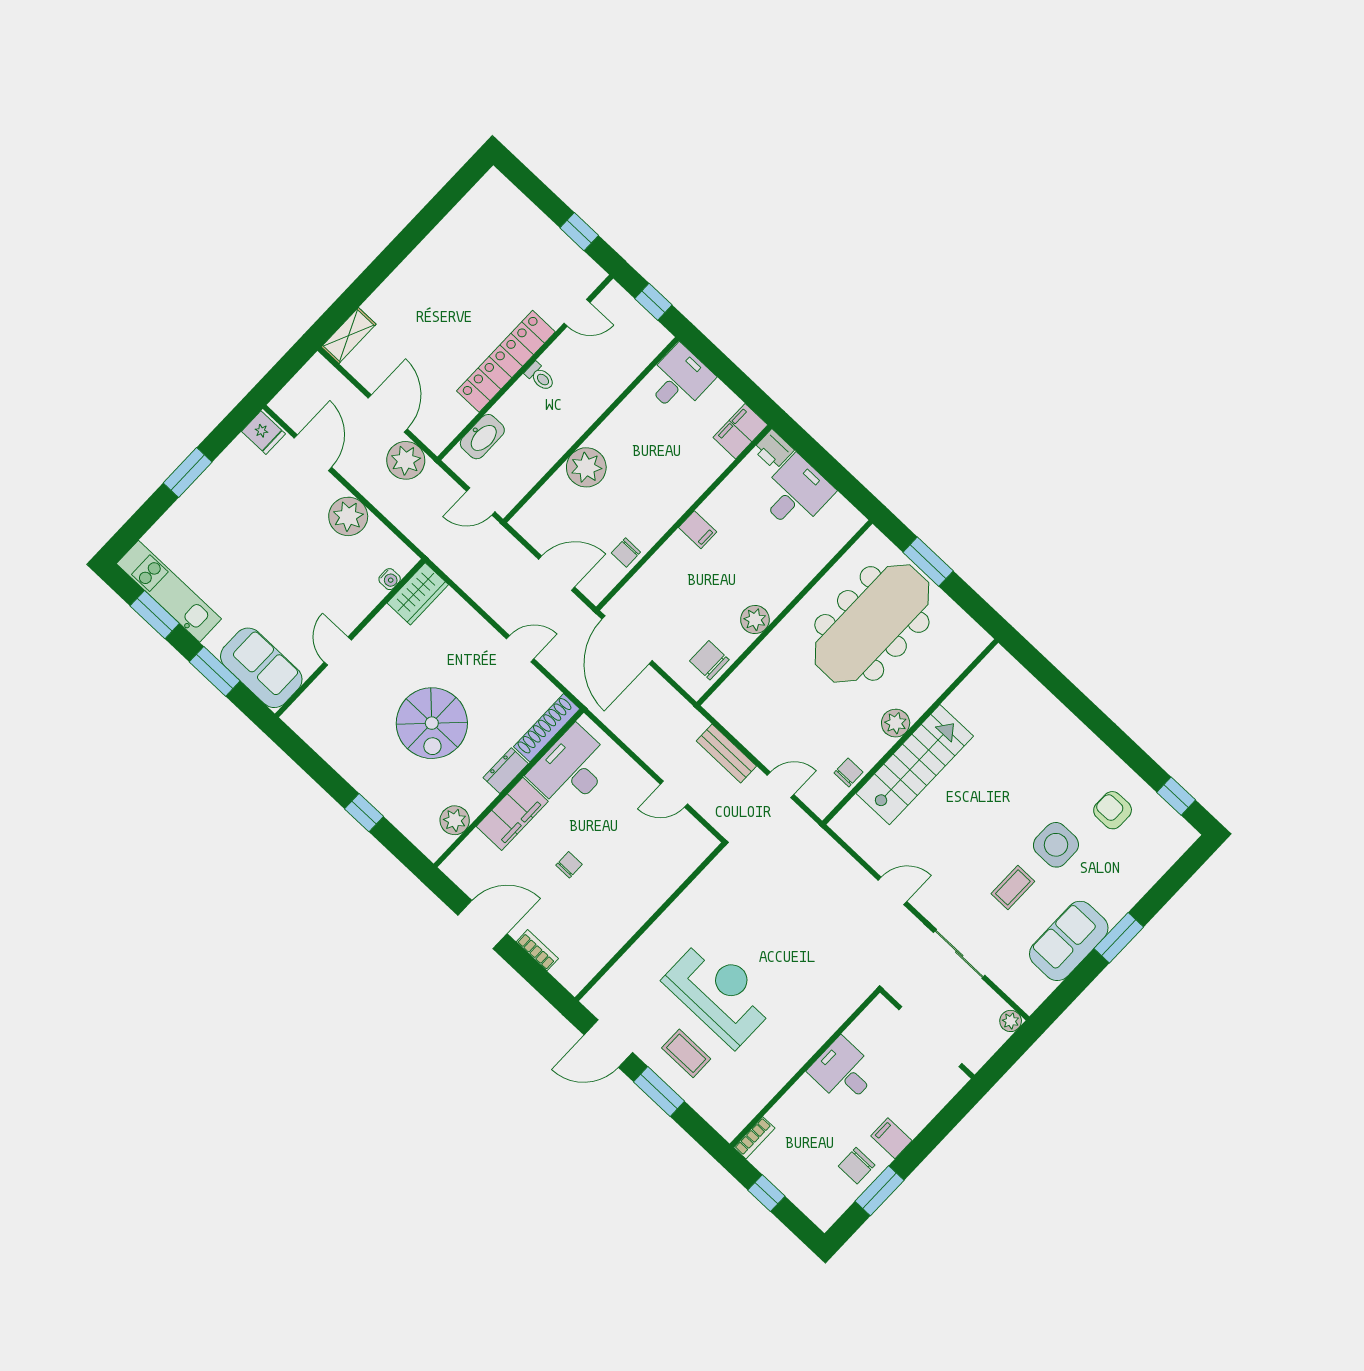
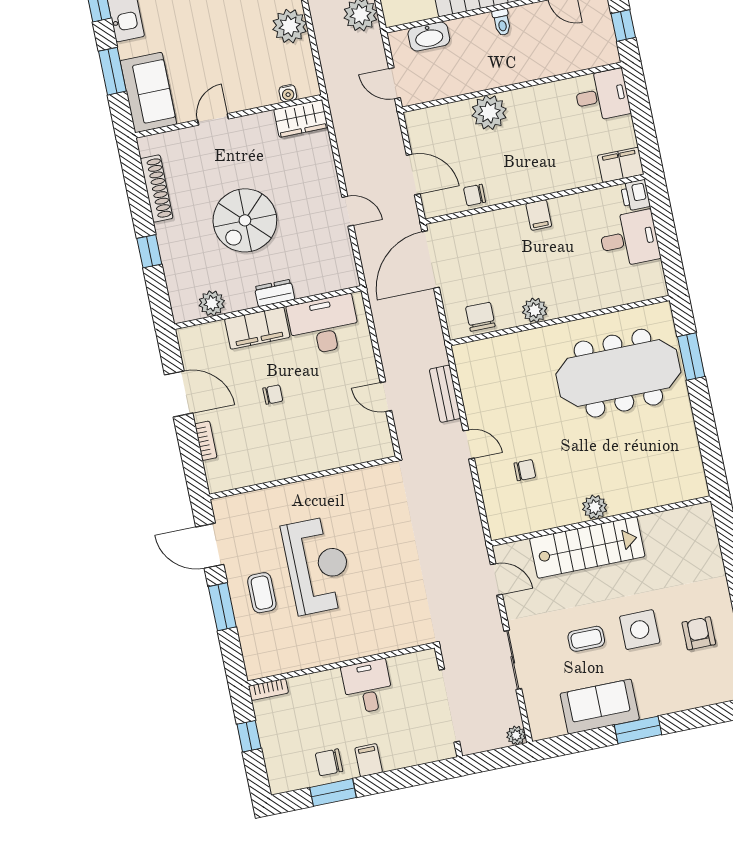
plant: (896, 723) -> (595, 507), moved
shoe rack: (547, 728) -> (157, 189), moved, turned 90
wall: (910, 732) -> (601, 521), moved
stairs: (915, 765) -> (587, 547), moved

